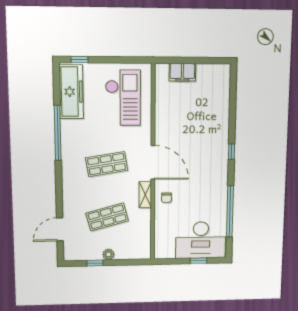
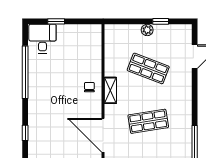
door: (153, 162) -> (103, 135), moved
shop shelf: (107, 217) -> (148, 68), turned 36
desk: (201, 240) -> (42, 39), width x0.53, depth x0.77

